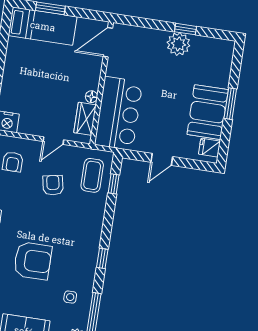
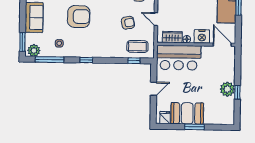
nightstand: (90, 73) -> (202, 36), added
door: (162, 159) -> (154, 89), swing flipped
armchair: (33, 261) -> (79, 17), turned -90

